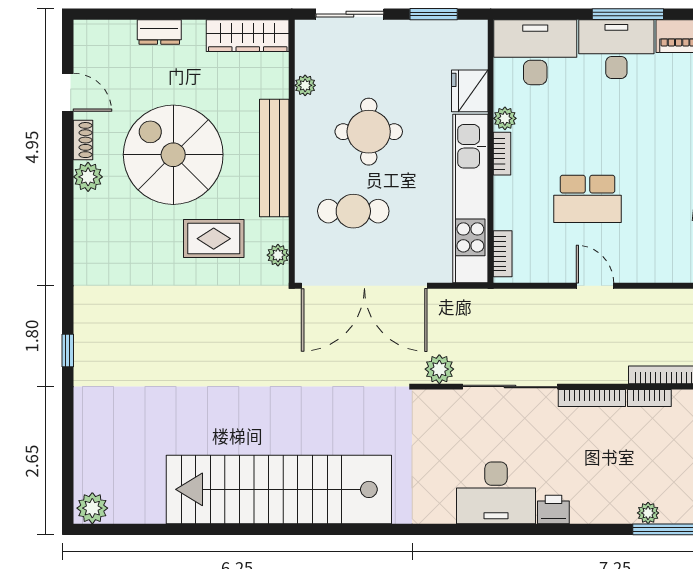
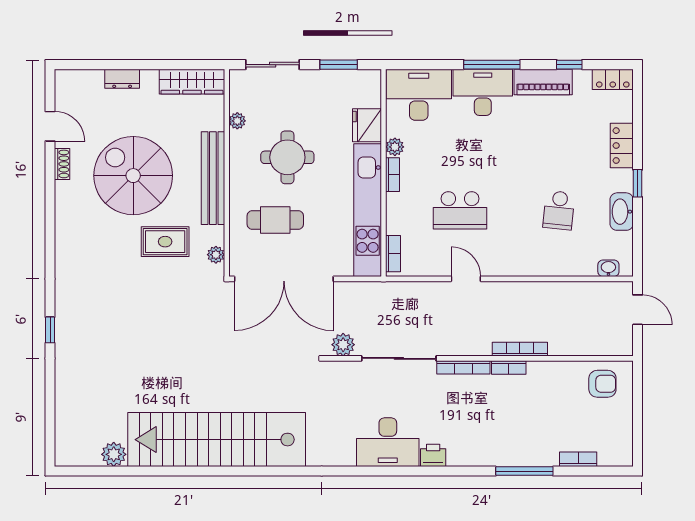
plant: (88, 177) -> (66, 193), removed
plant: (92, 508) -> (114, 454), moved
plant: (648, 513) -> (508, 458), removed

